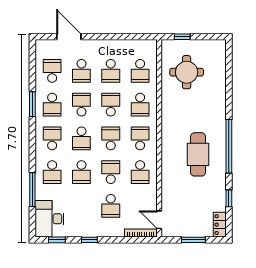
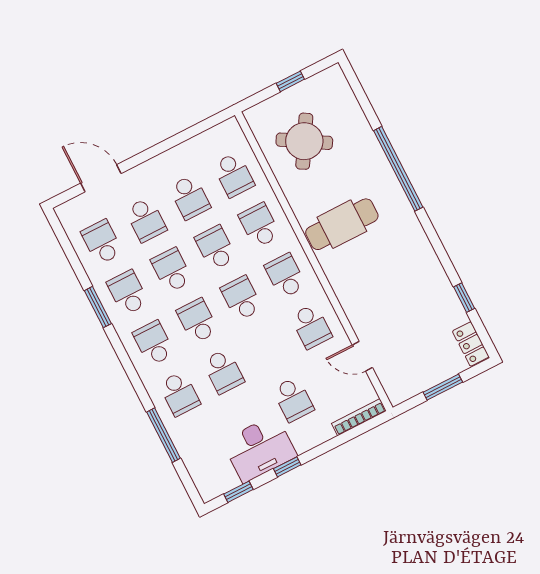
window: (182, 37) -> (290, 81), moved
round table: (187, 72) -> (304, 141), turned 31
school desk: (52, 105) -> (128, 293), turned 180
school desk: (140, 105) -> (259, 225), turned 180
school desk: (81, 138) -> (198, 321), turned 180
window: (229, 146) -> (398, 169), moved
cafe table: (198, 154) -> (342, 224), moved, turned 90
school desk: (111, 172) -> (267, 349), removed
desk: (50, 219) -> (259, 449), moved, turned -90
door: (159, 220) -> (362, 356), moved

